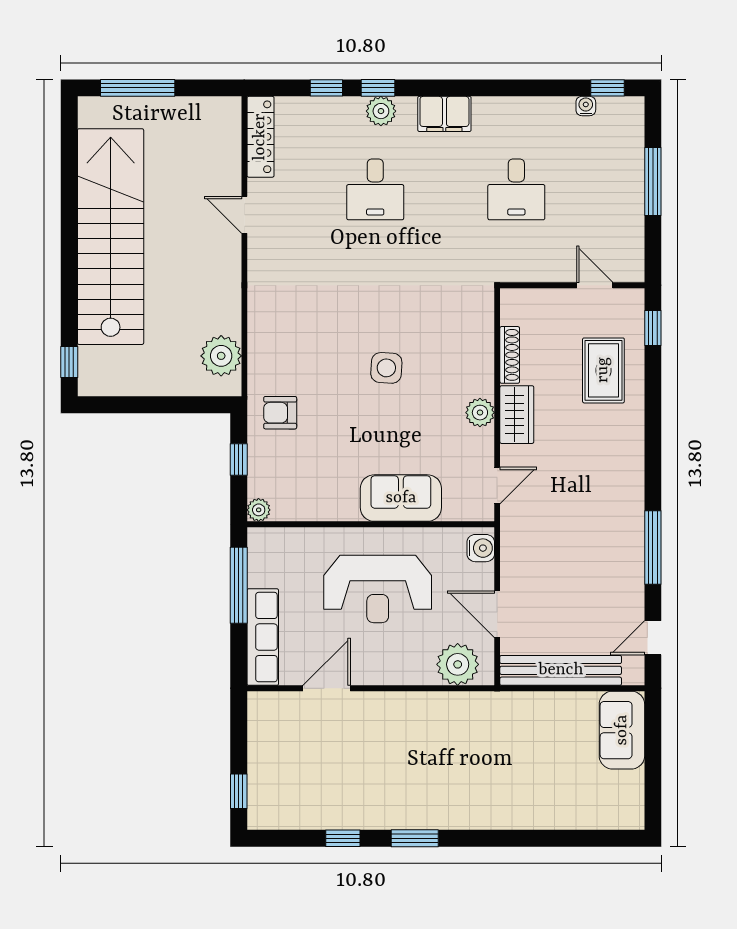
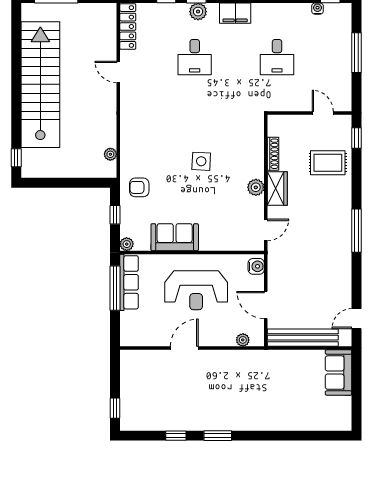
plant: (221, 356) -> (110, 154), width x0.53, depth x0.53
rug: (603, 370) -> (328, 163), turned 90
sofa: (401, 498) -> (175, 237), moved
window: (653, 548) -> (357, 231), moved
row of seats: (263, 637) -> (129, 282), moved
plant: (458, 664) -> (243, 340), width x0.53, depth x0.53
door: (327, 688) -> (184, 348), moved

